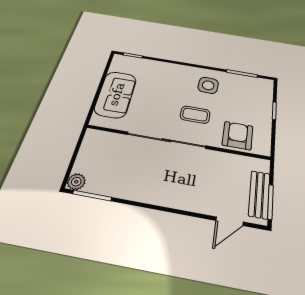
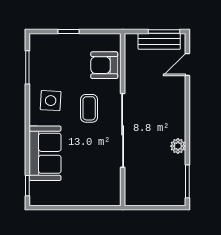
sofa: (116, 94) -> (45, 153), moved, turned 90
plant: (76, 182) -> (178, 146), moved
door: (230, 221) -> (187, 64), swing flipped

